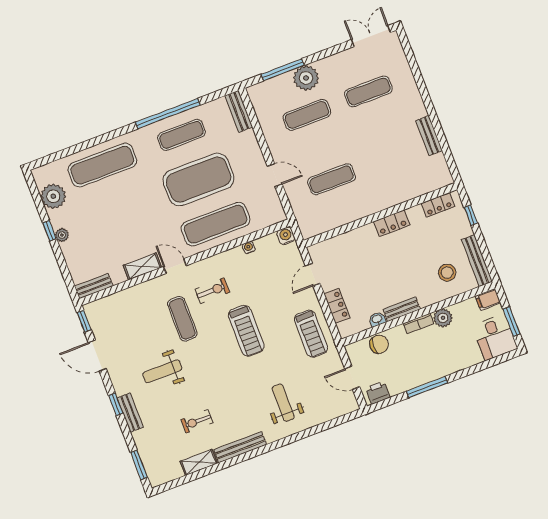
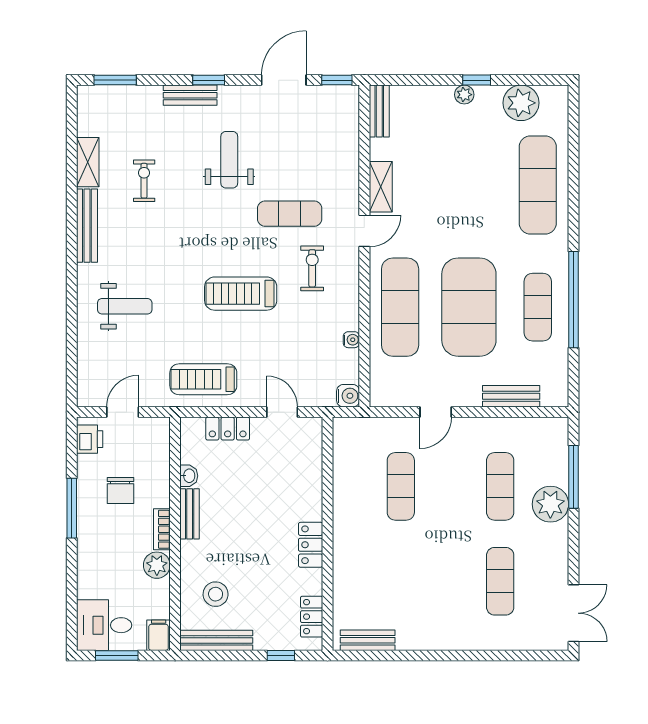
bench: (239, 111) -> (511, 396), moved
bench: (429, 136) -> (368, 640), moved
exercise bike: (212, 291) -> (312, 268), turned 180
chair: (379, 344) -> (120, 491), moved

